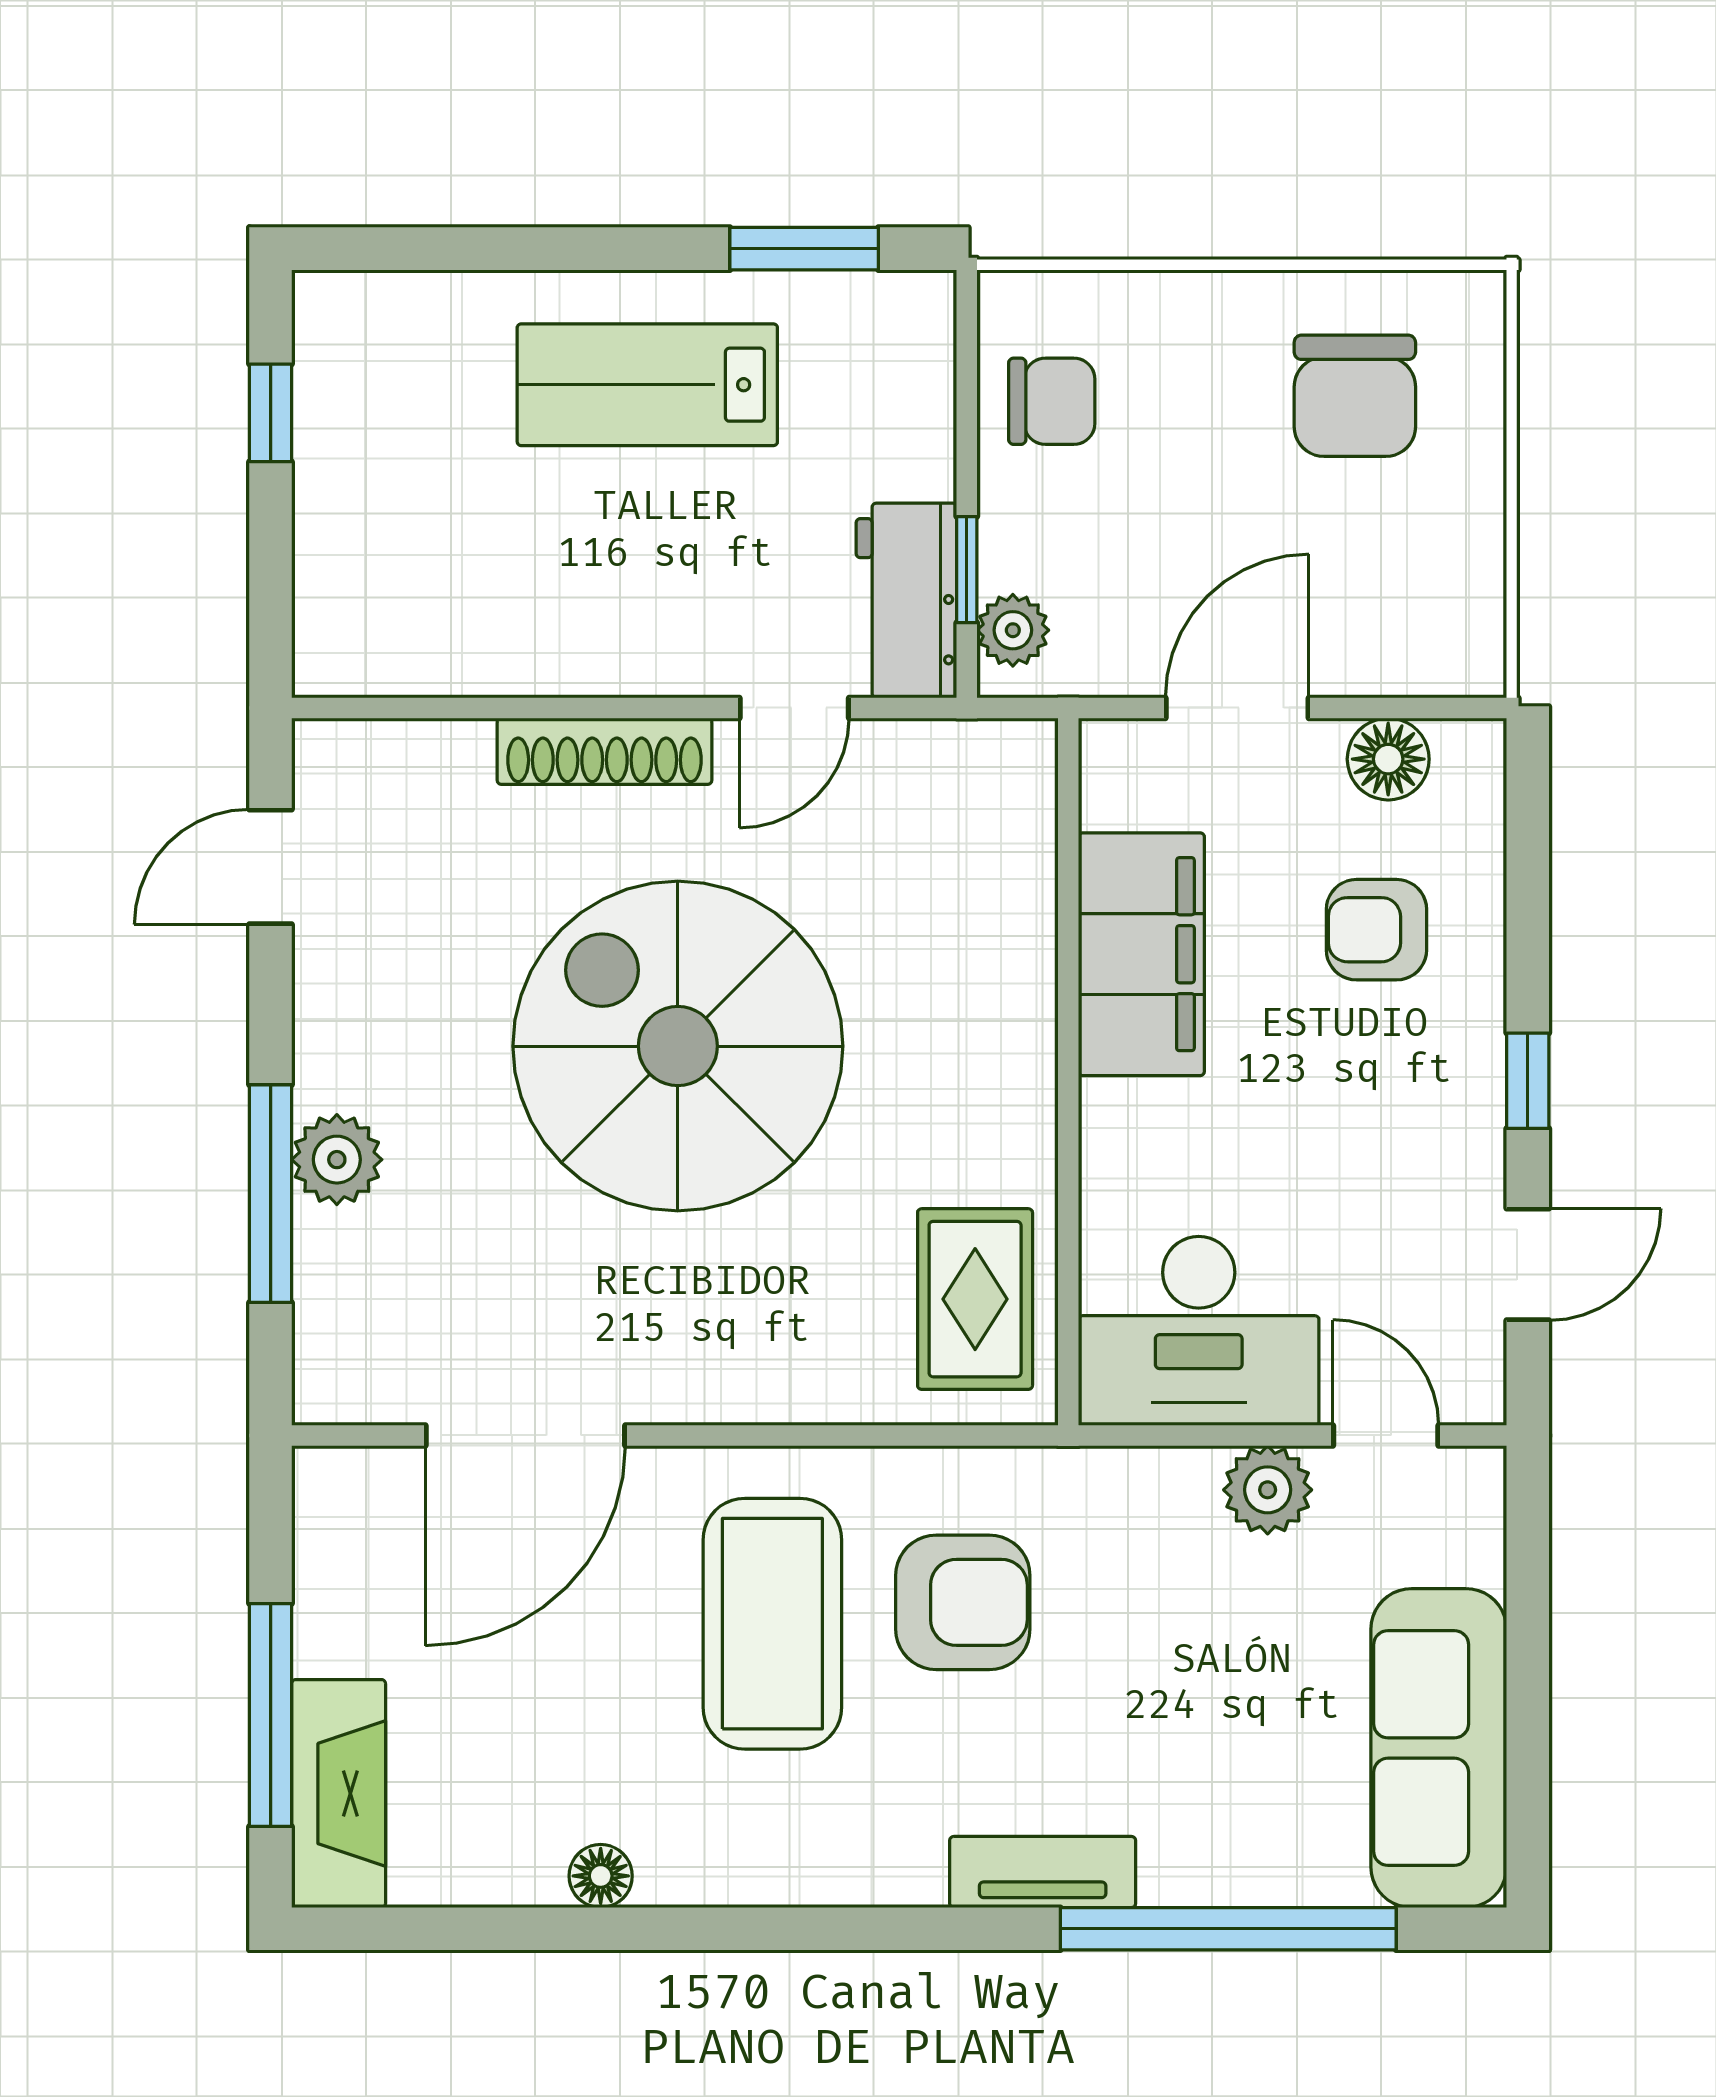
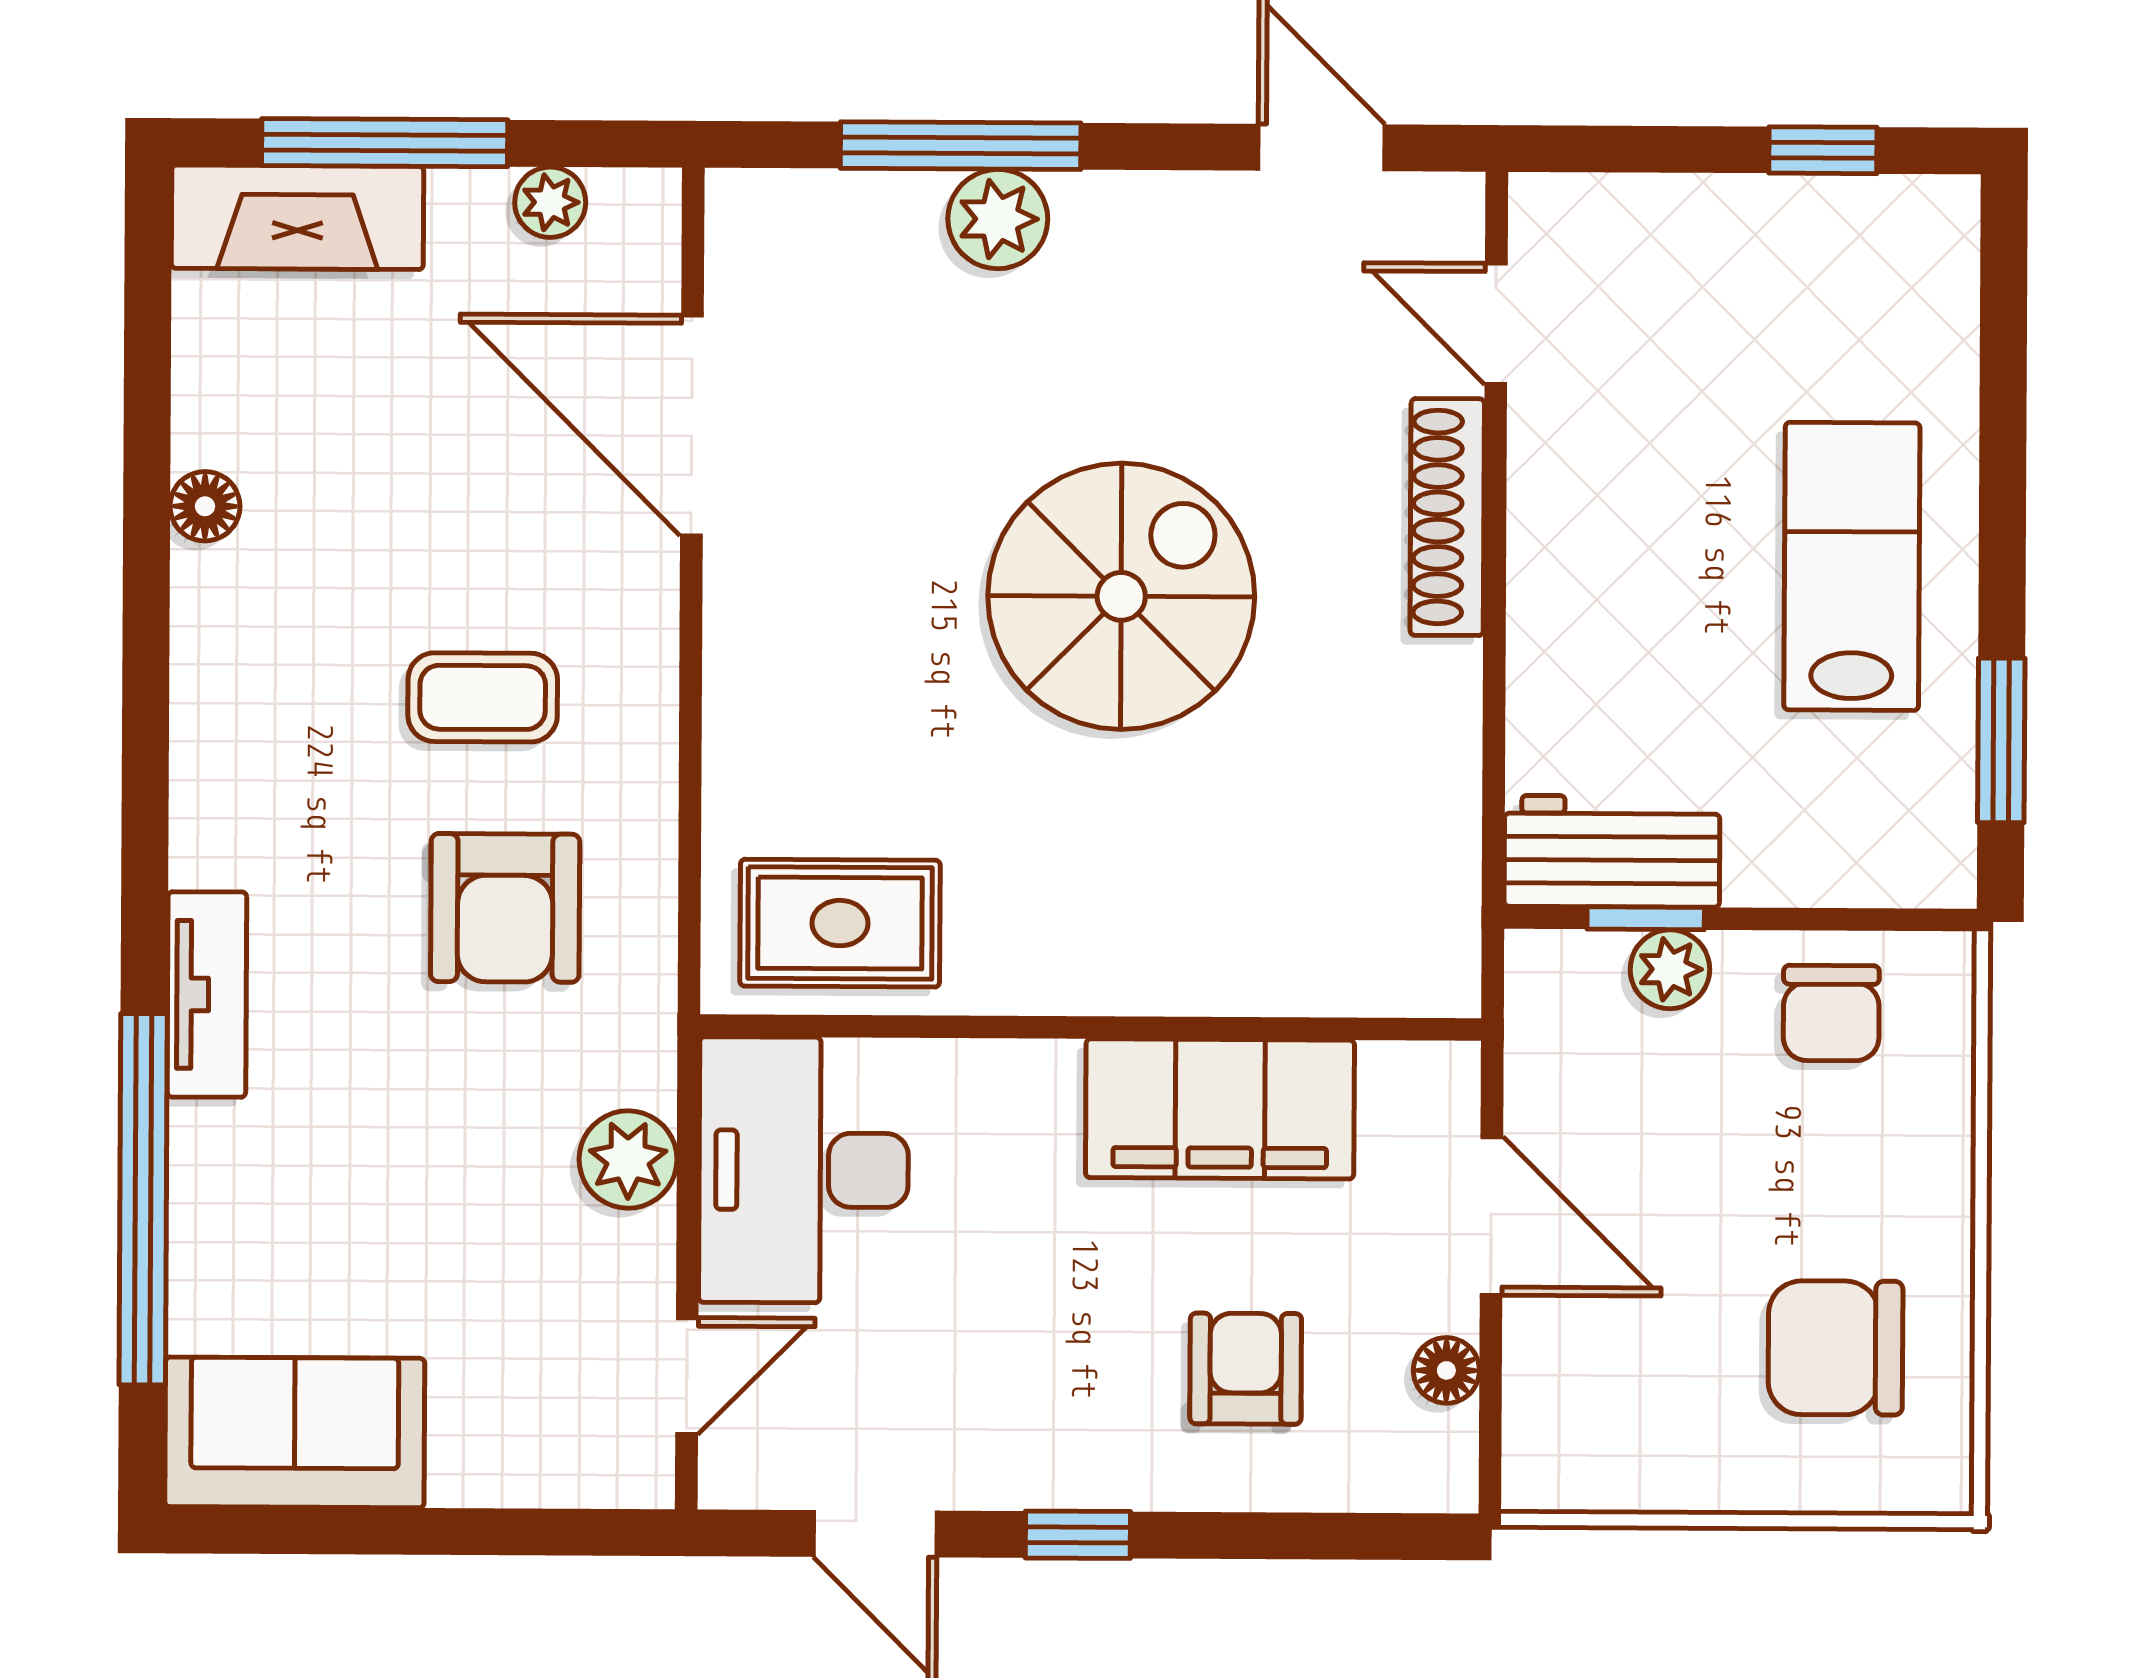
plant: (1013, 630) -> (1670, 969), moved
door: (794, 708) -> (1496, 324), moved
floor lamp: (1388, 759) -> (1446, 1370), width x0.73, depth x0.73
spiral stairs: (678, 1046) -> (1121, 596), width x0.73, depth x0.73
plant: (1268, 1490) -> (628, 1160), moved
plant: (324, 1565) -> (550, 202), added
coffee table: (772, 1624) -> (483, 697), width x0.54, depth x0.58
sofa: (1439, 1748) -> (295, 1432), width x0.73

